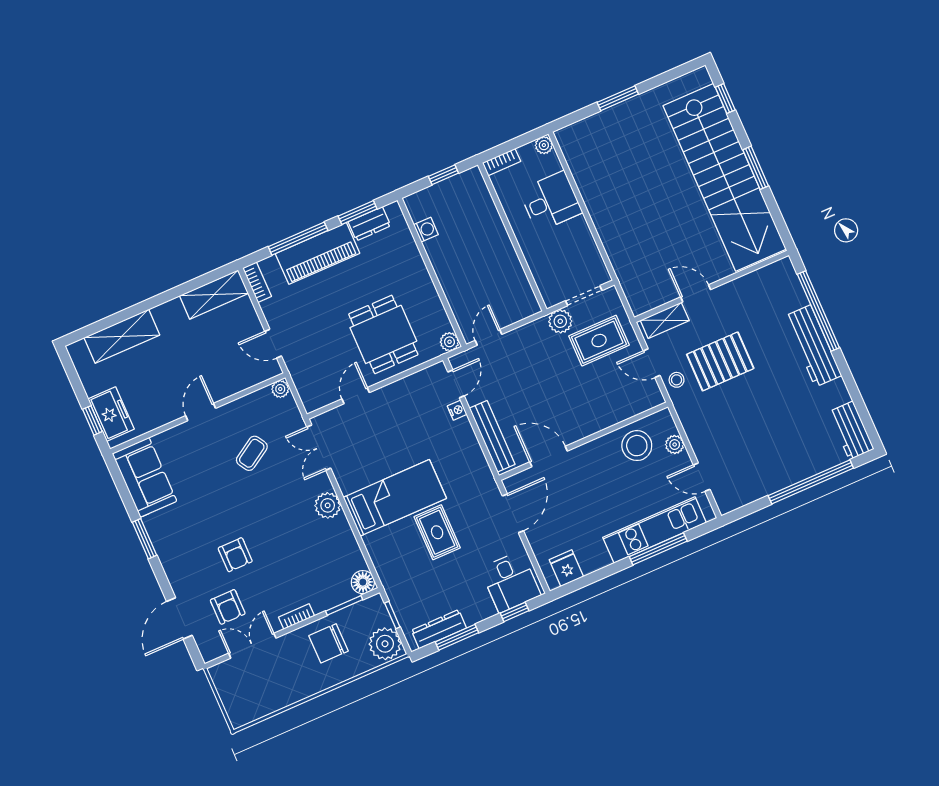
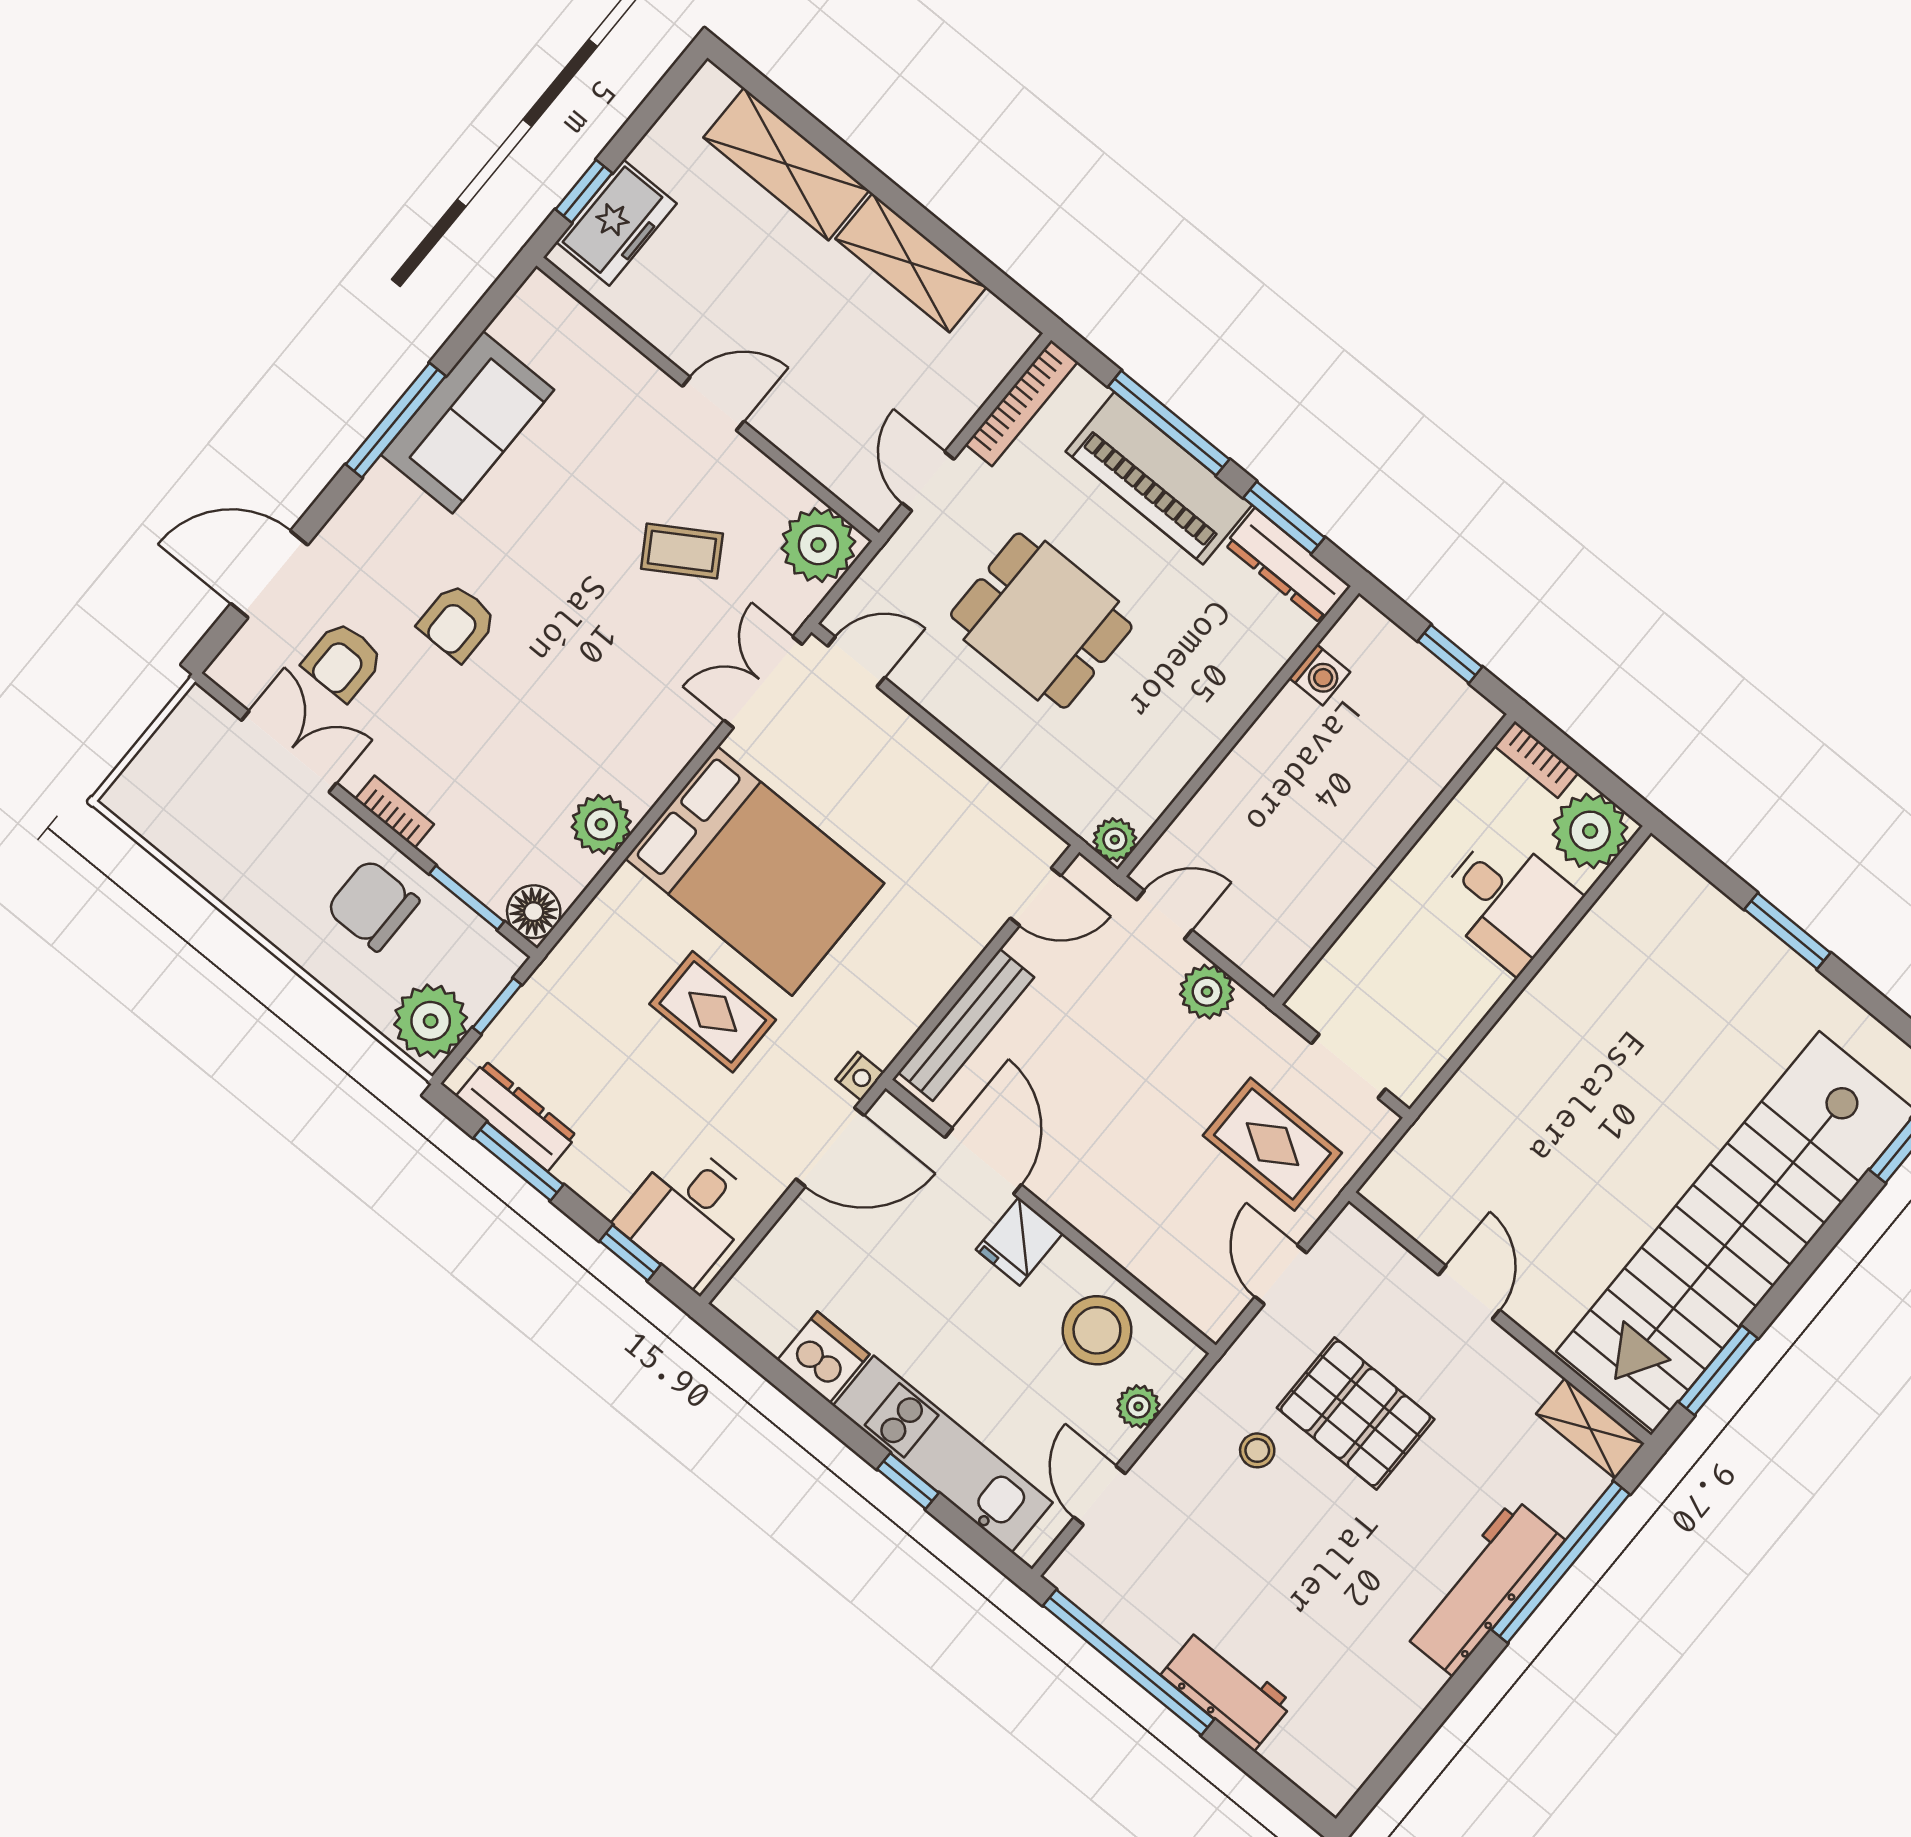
plant: (544, 145) -> (1590, 831), width x1.87, depth x1.87
window: (756, 168) -> (1718, 1370), moved
dresser: (369, 224) -> (1288, 565), width x1.44
bookcase: (257, 282) -> (1022, 403), width x1.56
shelving: (214, 295) -> (911, 263), moved
shelving: (665, 320) -> (1590, 1429), moved
plant: (560, 321) -> (1207, 992), moved
dining table: (383, 334) -> (1041, 621), moved, turned 90
stool: (677, 380) -> (1257, 1450), moved
plant: (280, 389) -> (818, 545), width x1.88, depth x1.88
door: (356, 396) -> (856, 662), moved
nightstand: (457, 410) -> (860, 1076), moved
workbench: (851, 430) -> (1227, 1689), moved, turned 90
sofa: (144, 477) -> (468, 422), moved
window: (811, 482) -> (1129, 1662), moved
bed: (395, 498) -> (755, 871), width x1.50
plant: (328, 505) -> (601, 824), moved
rug: (437, 532) -> (713, 1012), turned 90
window: (144, 539) -> (396, 420), width x1.44
window: (658, 549) -> (908, 1481), width x0.46
dishwasher: (593, 557) -> (823, 1357), added
fridge: (566, 568) -> (1019, 1241), moved, turned 180

